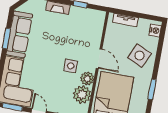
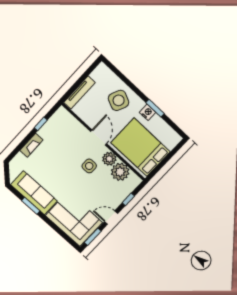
tv unit: (126, 20) -> (79, 93), width x1.41
nightstand: (155, 30) -> (148, 112), moved
door: (99, 59) -> (99, 138), hinge flipped

